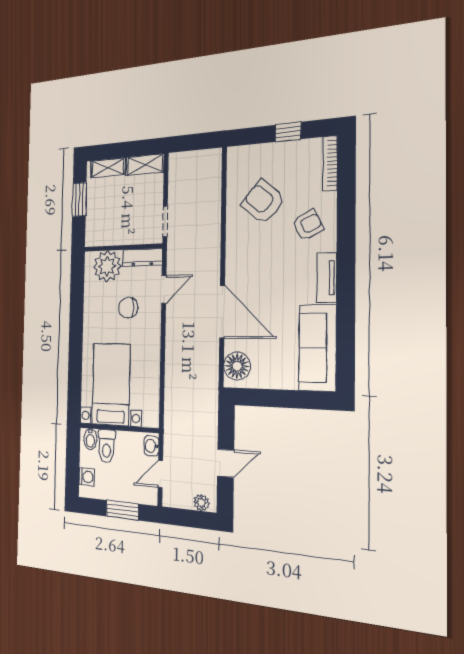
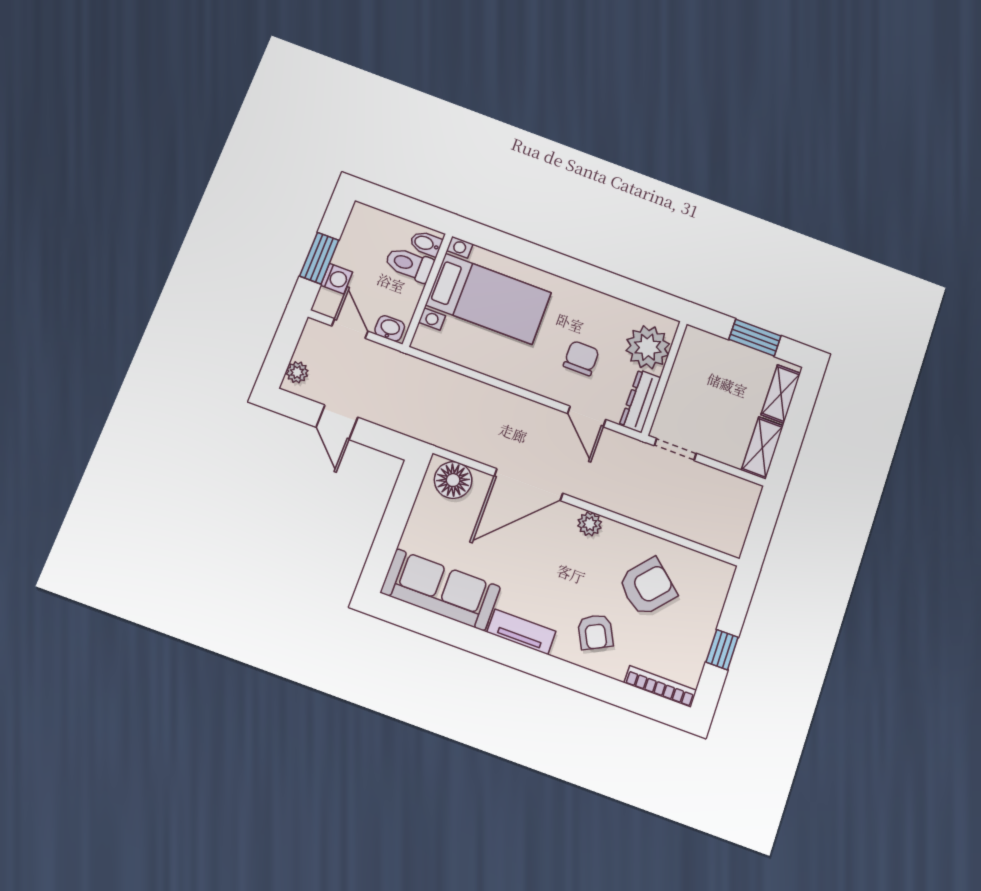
plant: (234, 259) -> (590, 524), added
washing machine: (87, 477) -> (336, 279), moved, turned -90

